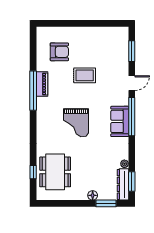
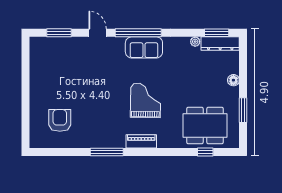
rug: (85, 75) -> (88, 90), removed
piano: (42, 84) -> (141, 141), moved
window: (33, 91) -> (107, 152), width x0.68
grand piano: (76, 123) -> (146, 100), turned -89
window: (106, 203) -> (243, 110), moved

